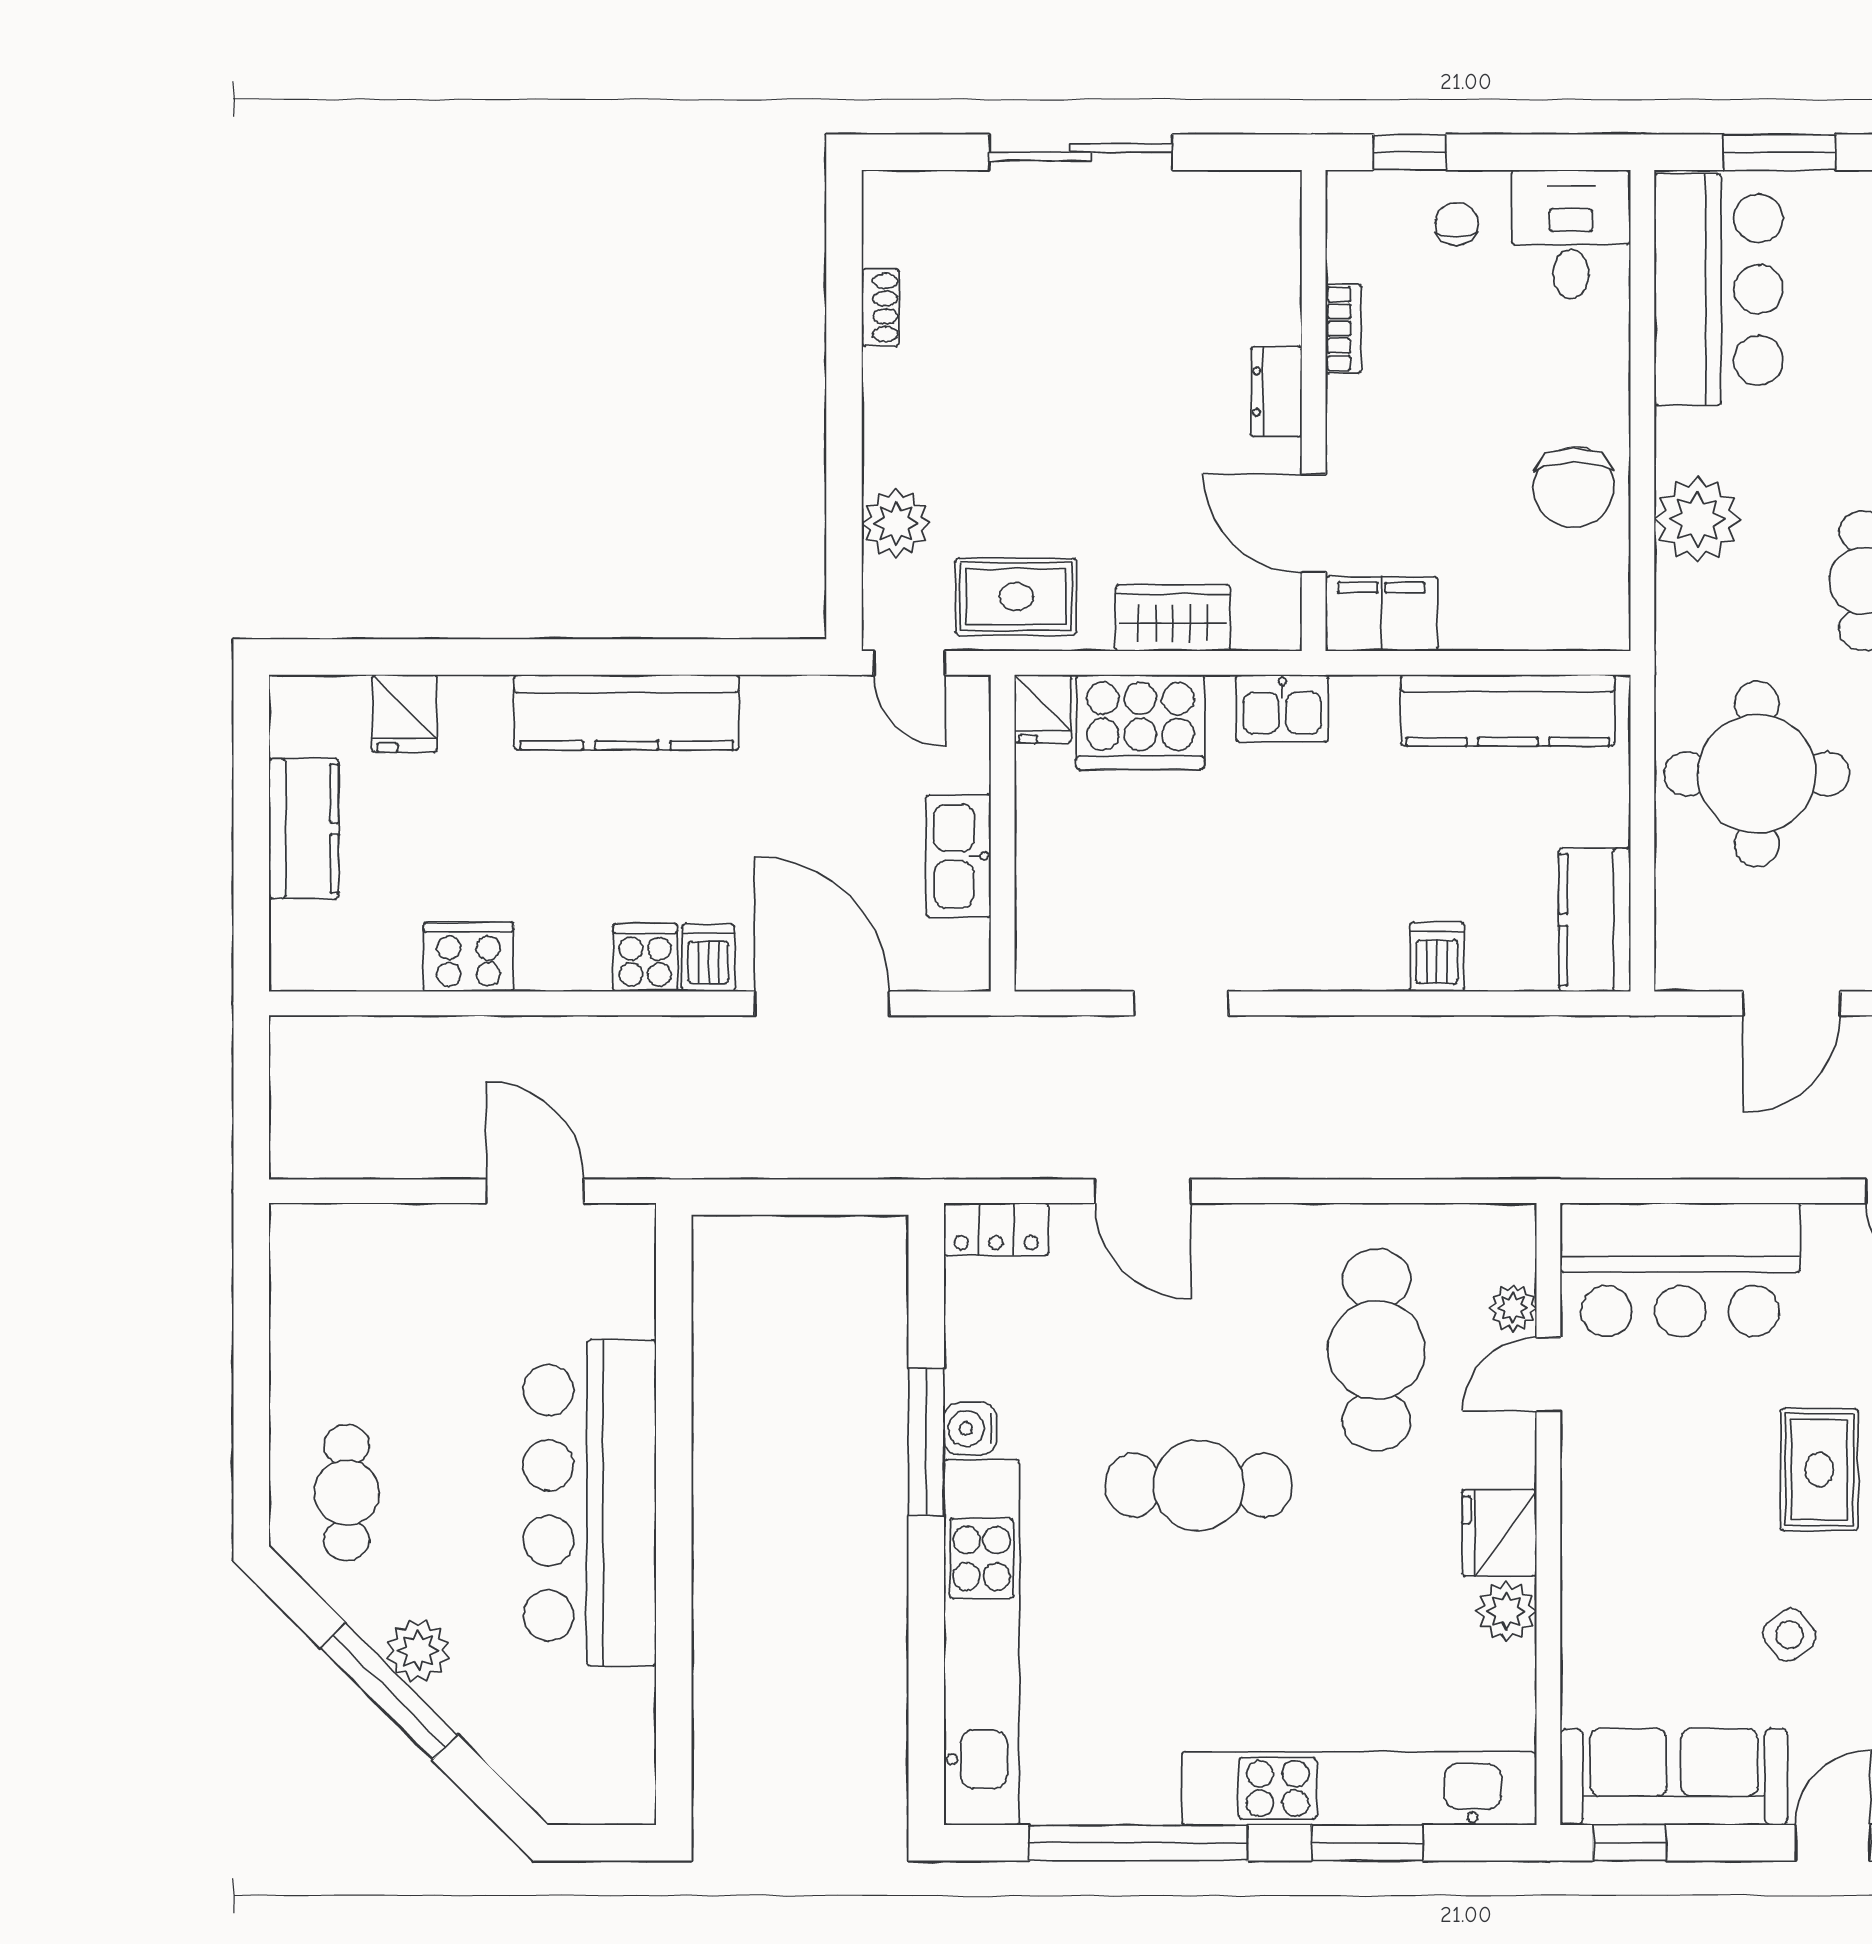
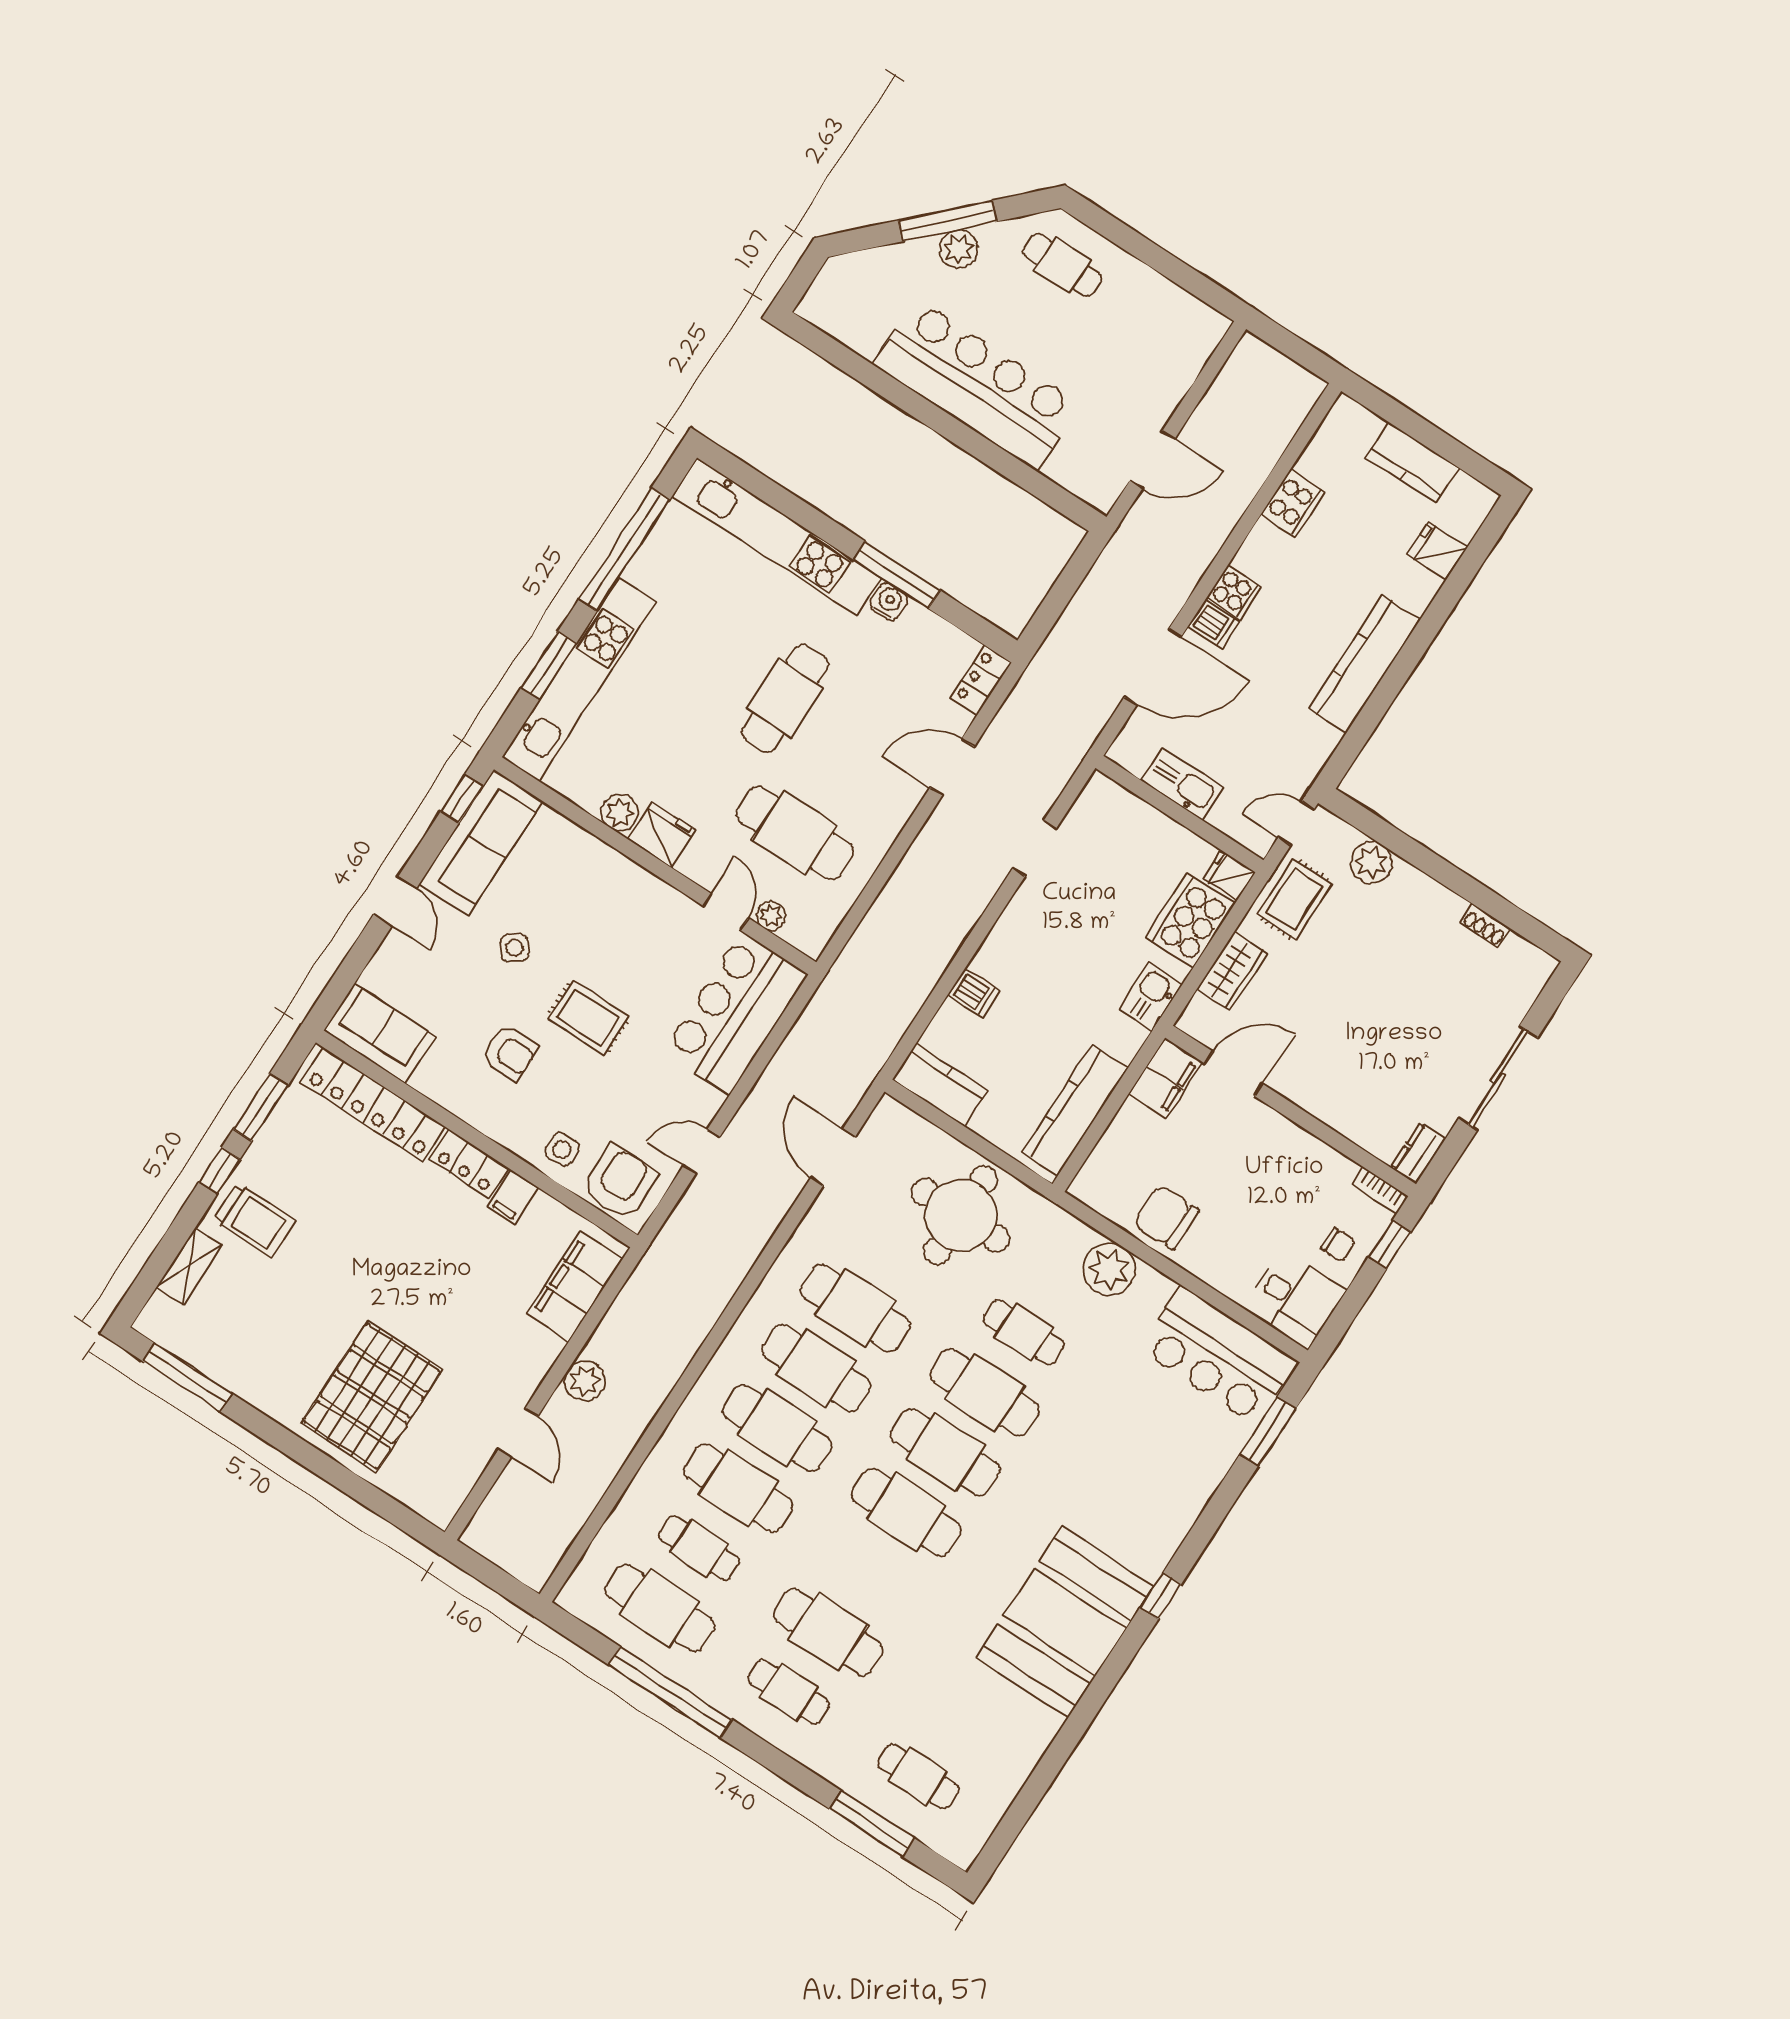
bookcase: (1343, 329) -> (1380, 1190), moved
dresser: (1276, 392) -> (1418, 1153), moved, turned -90

